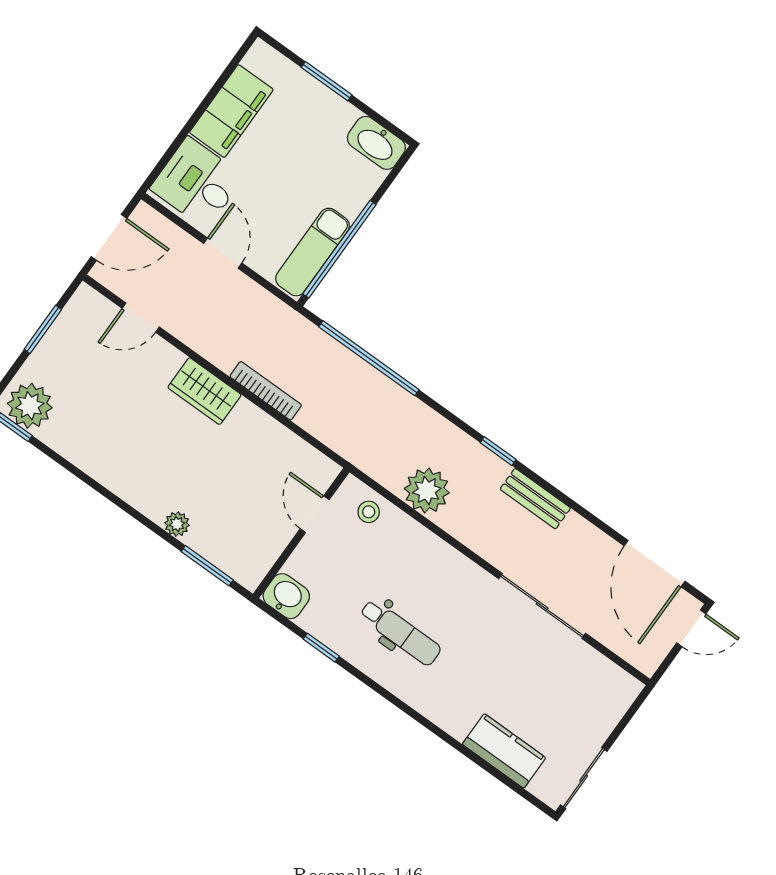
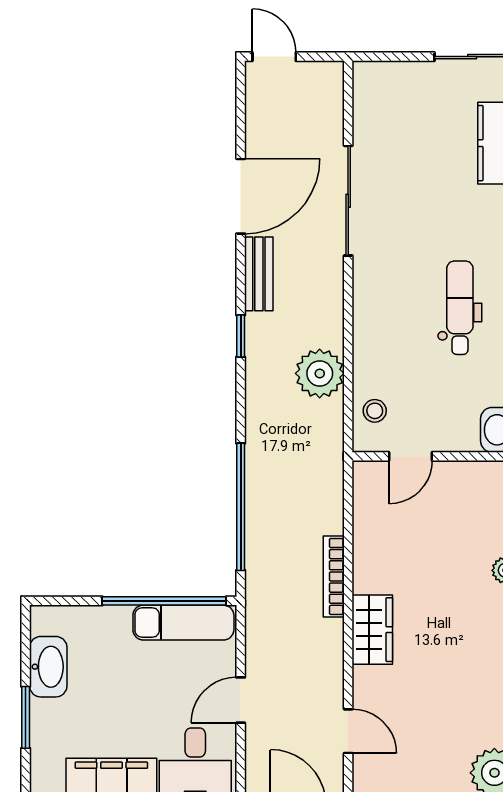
washbasin: (376, 143) -> (48, 667), moved
door: (655, 564) -> (241, 196), moved

